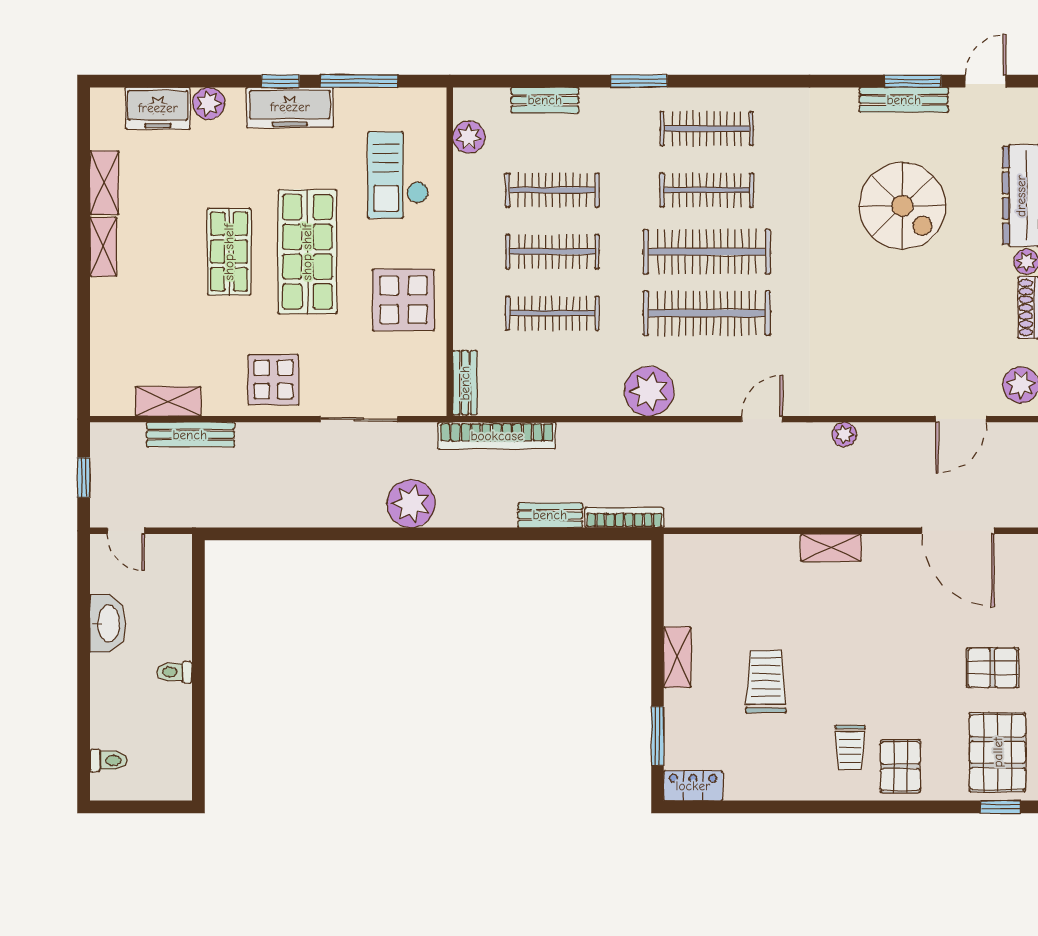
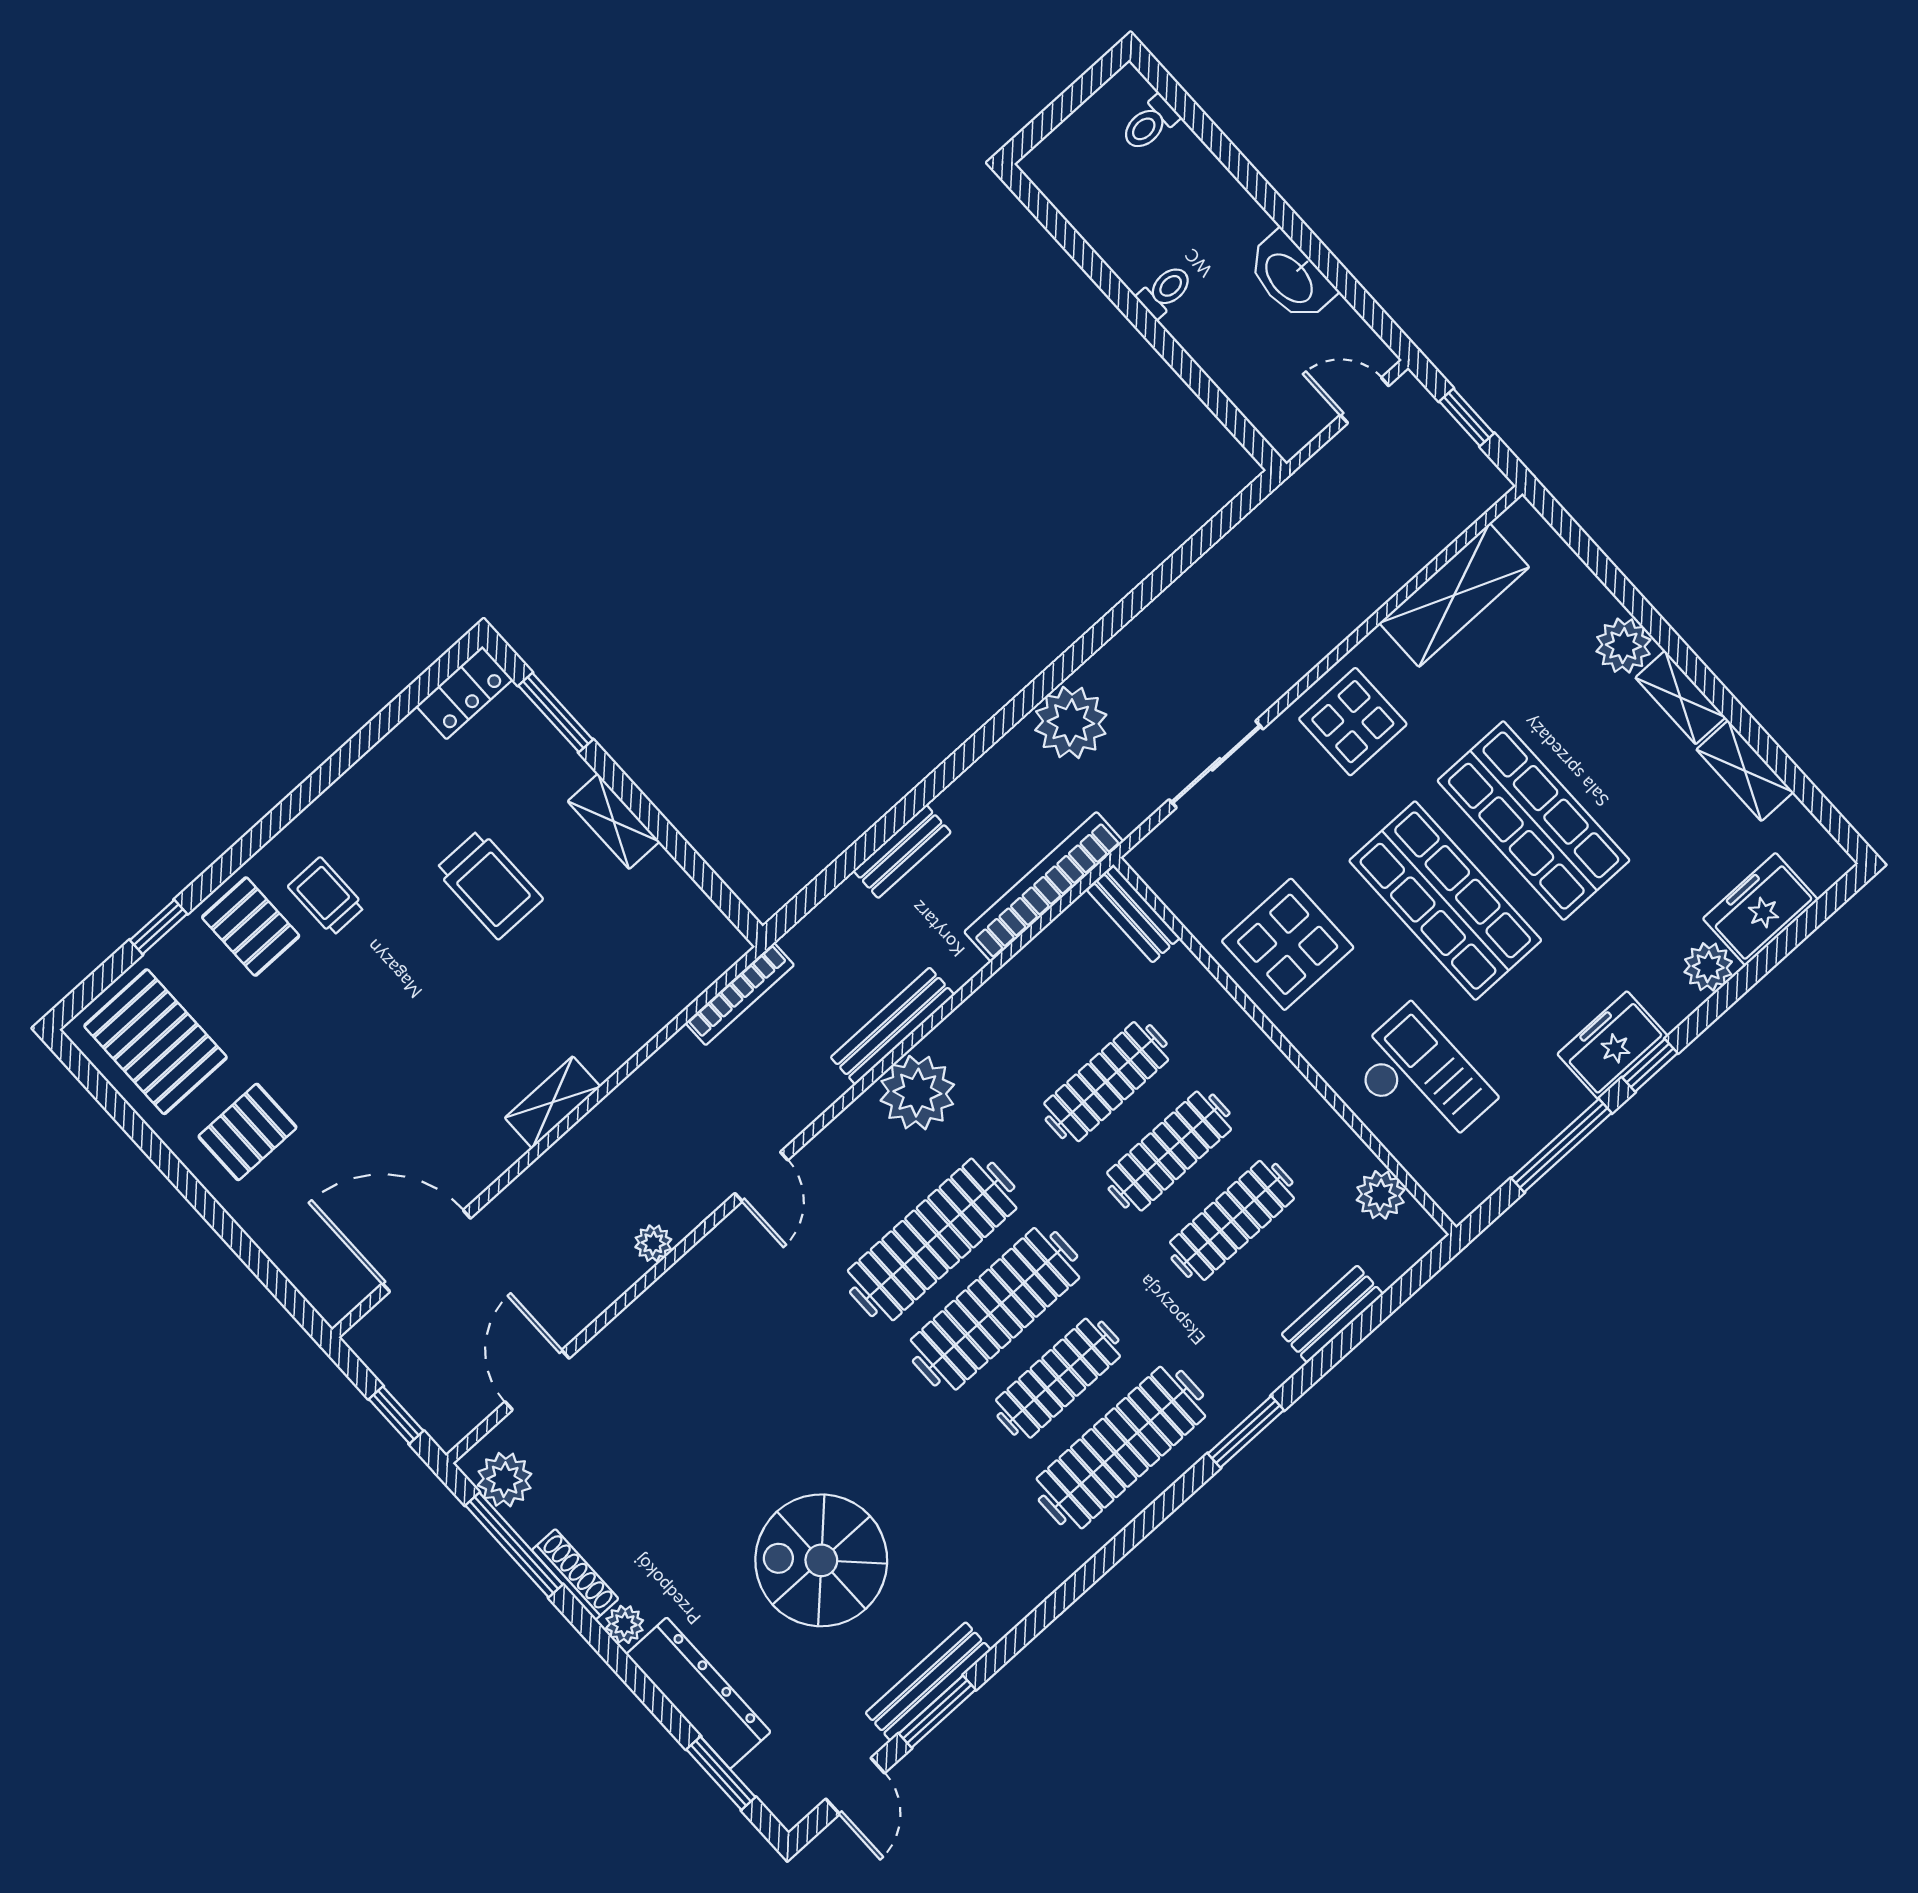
freezer: (290, 107) -> (1613, 1045), width x0.71
clothes rail: (707, 129) -> (1121, 1448), width x1.37, depth x1.31
shop shelf: (229, 252) -> (1534, 821), width x1.43, depth x1.36
plant: (108, 297) -> (1623, 646), added
shelving: (168, 401) -> (1454, 595), width x1.50, depth x1.33
bench: (190, 435) -> (893, 1026), moved
bookcase: (624, 518) -> (740, 994), moved
window: (1000, 807) -> (158, 927), moved

